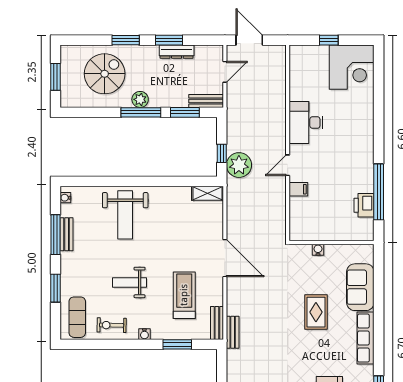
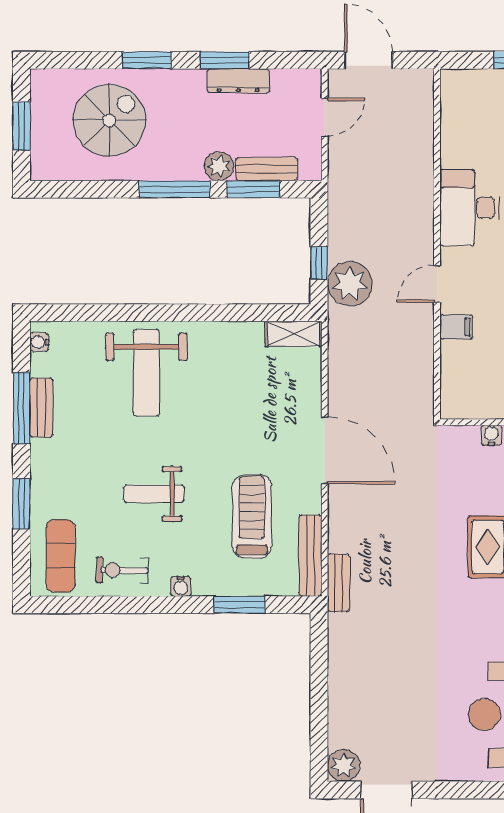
plant: (140, 99) -> (219, 166), moved
bench: (206, 101) -> (267, 169), moved
bench: (217, 323) -> (310, 556), width x1.36

